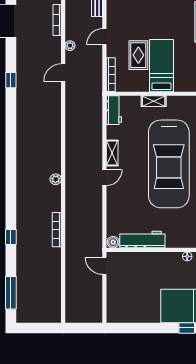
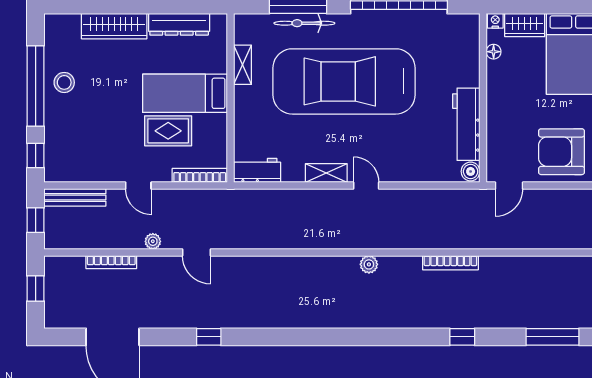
shelving: (154, 101) -> (243, 65), moved
car: (169, 164) -> (344, 81), turned 180
armchair: (125, 298) -> (561, 152), added

